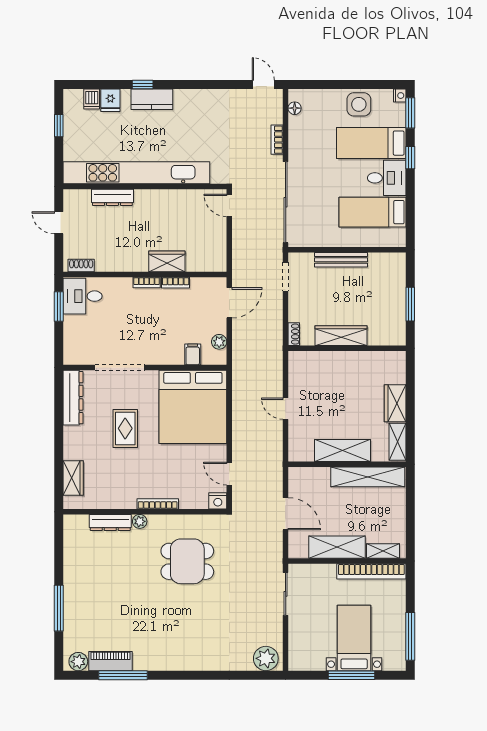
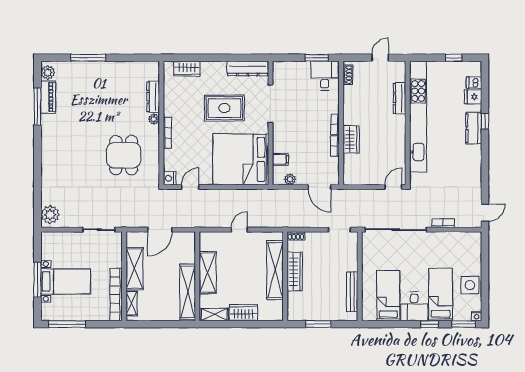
floor lamp: (295, 108) -> (467, 236), removed
bench: (341, 260) -> (352, 292), moved
shelving: (339, 362) -> (275, 270), added
rug: (125, 428) -> (224, 108), width x1.36, depth x1.43

